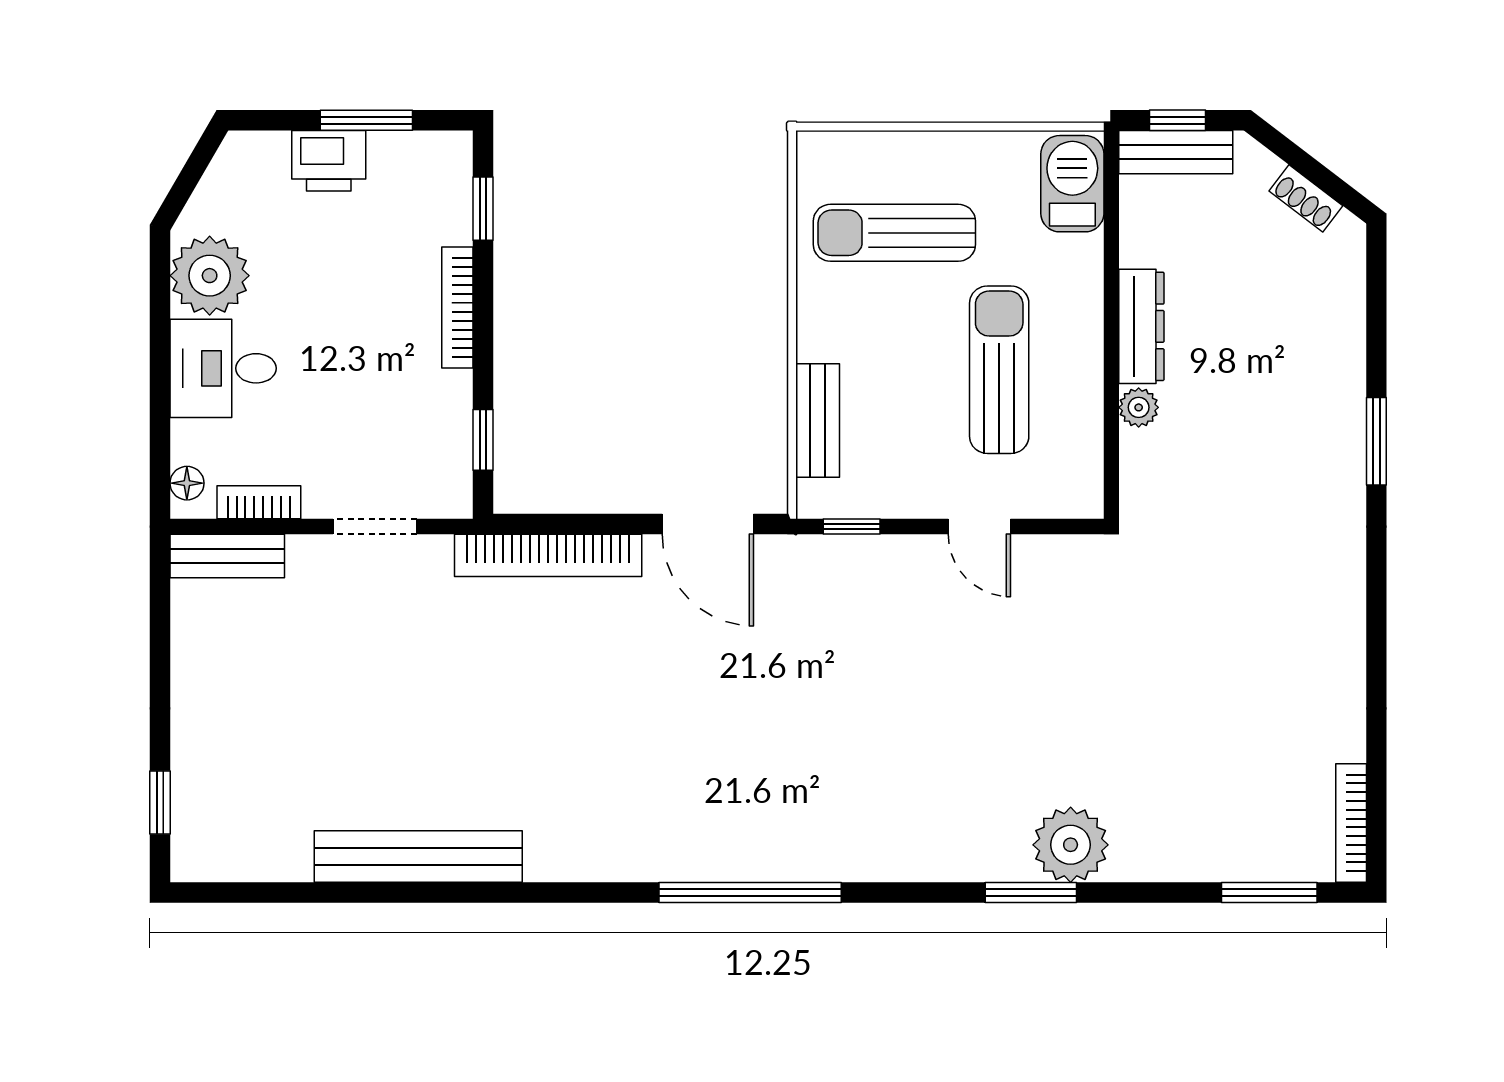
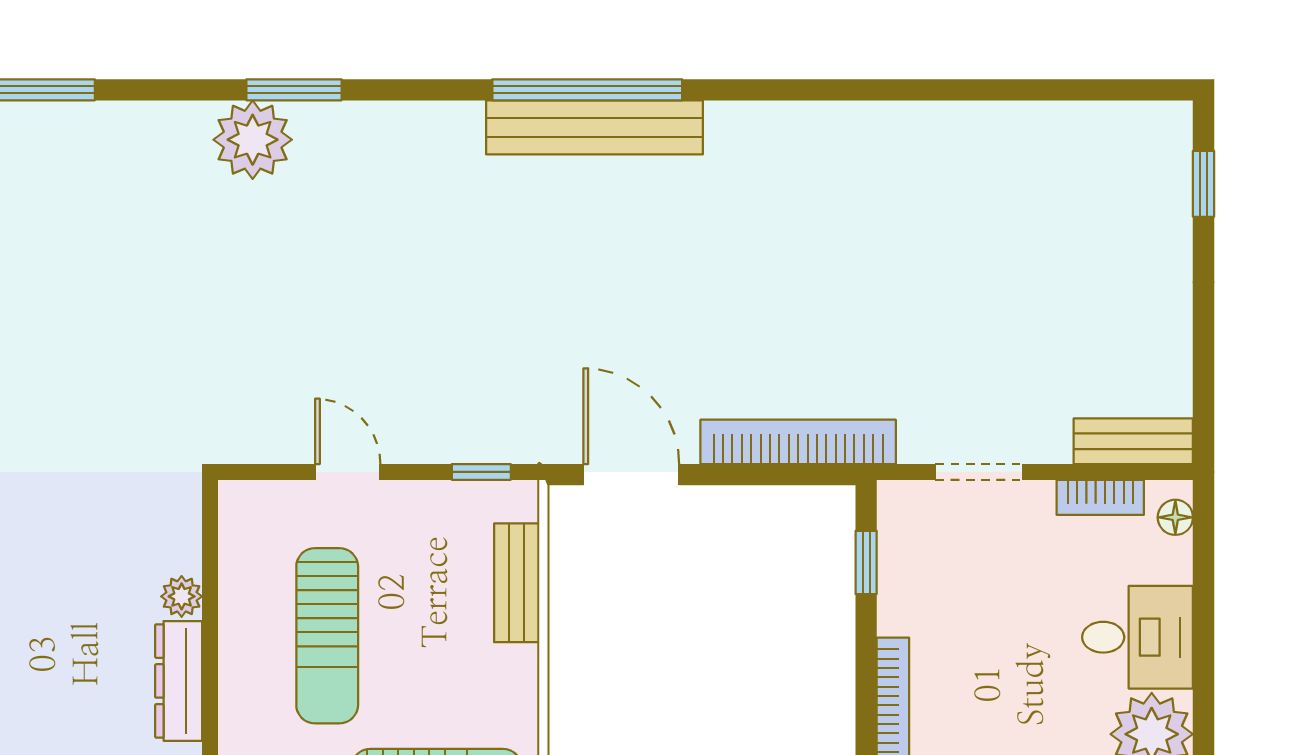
bench: (418, 857) -> (595, 127), moved

